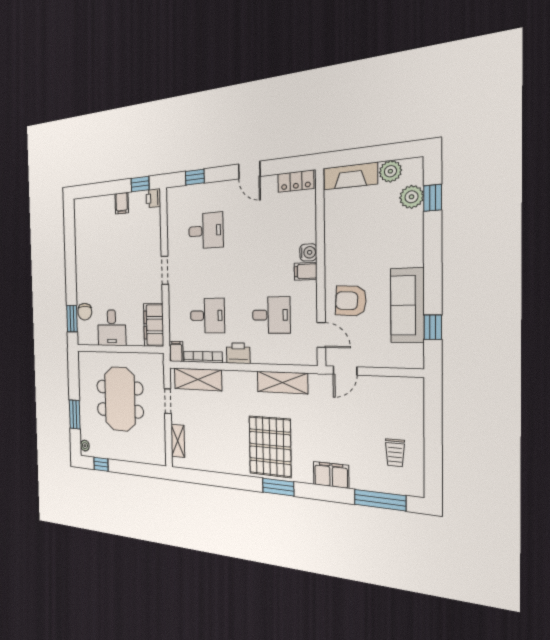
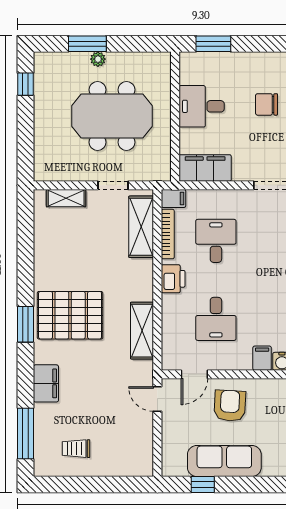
chair: (85, 312) -> (267, 104), moved
desk: (207, 316) -> (216, 241), turned 180
plant: (85, 446) -> (98, 59), moved

